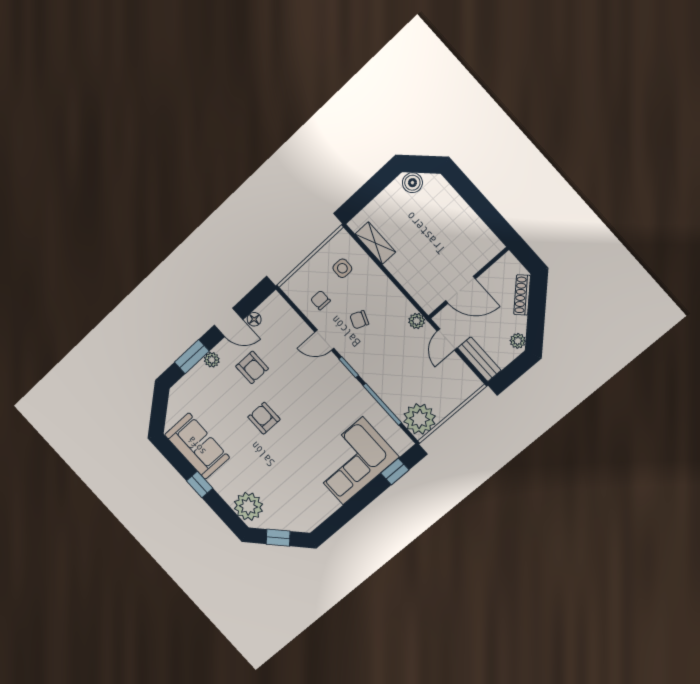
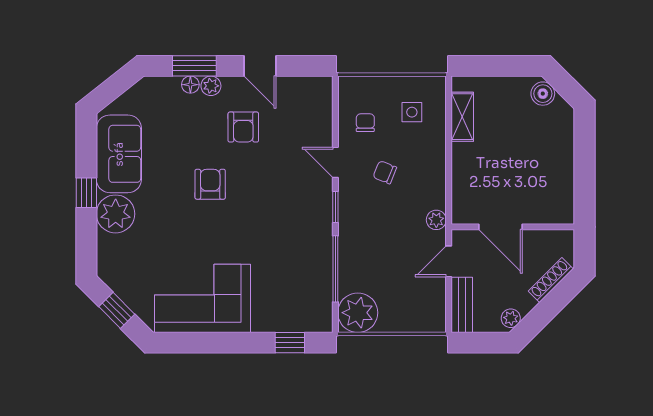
floor lamp: (254, 319) -> (190, 85), moved
corner sofa: (353, 461) -> (203, 298), moved
plant: (248, 506) -> (116, 214), moved

